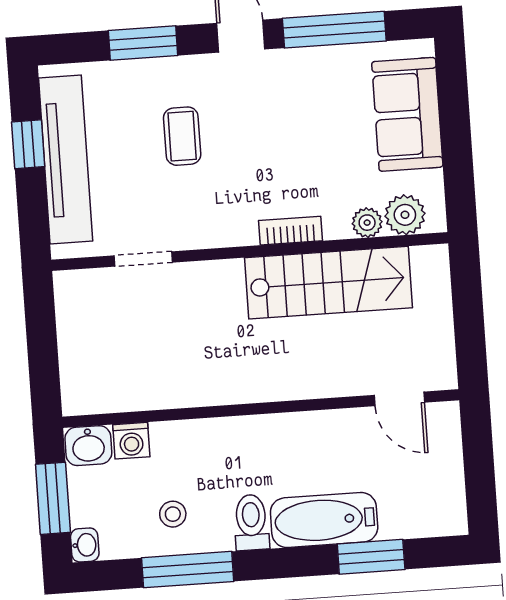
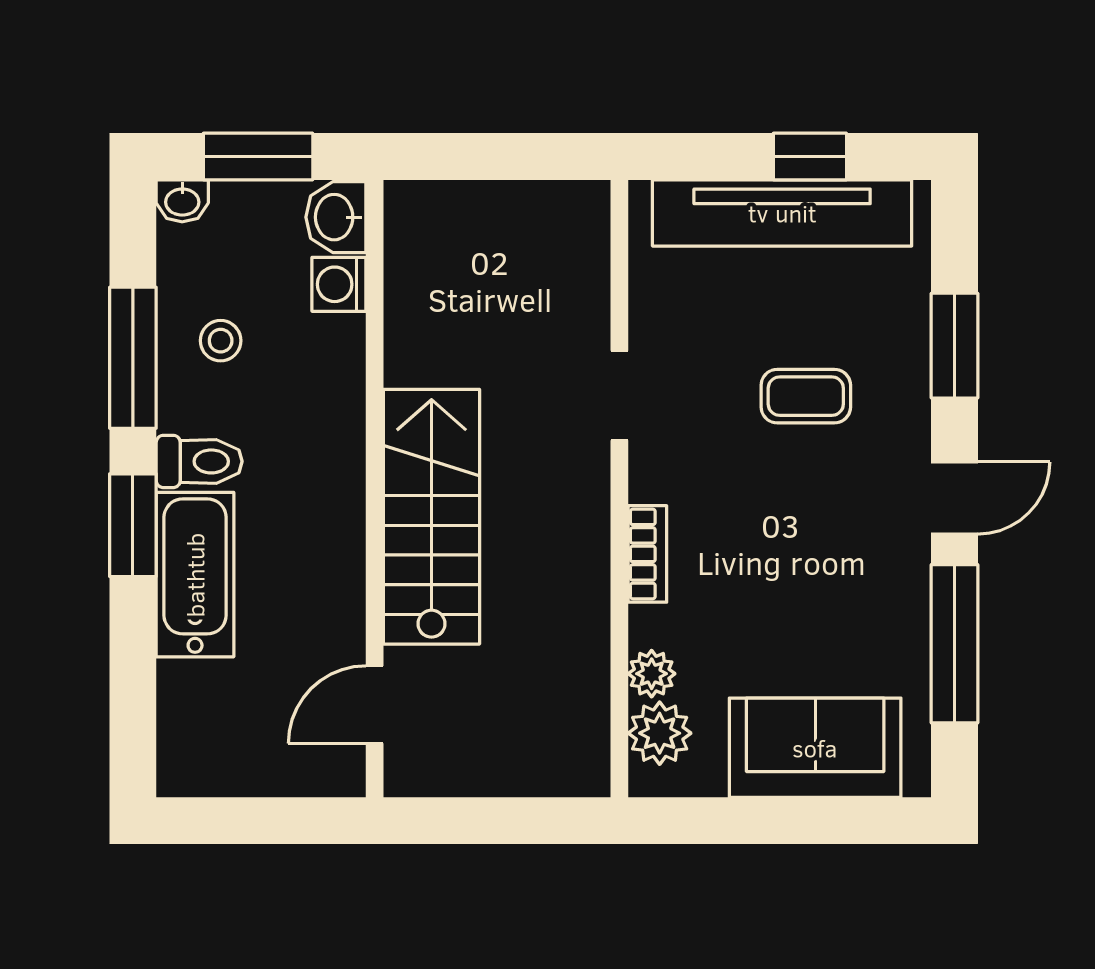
doorway: (143, 259) -> (619, 395), moved
stairs: (329, 283) -> (432, 517), moved, turned 180
window: (371, 557) -> (133, 525), moved

